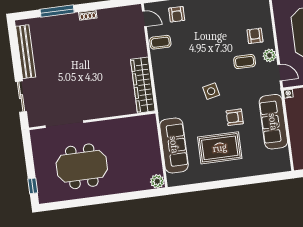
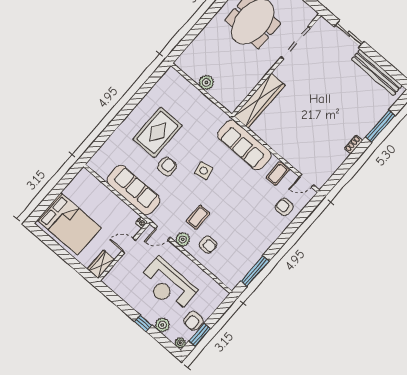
wardrobe: (143, 85) -> (260, 101), moved, turned 90
sofa: (174, 145) -> (244, 145), moved
plant: (157, 181) -> (206, 82), moved

